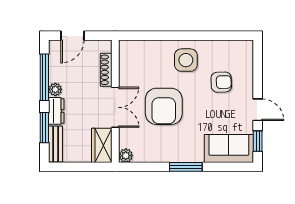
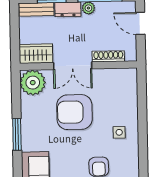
side table: (186, 60) -> (119, 132), width x0.54, depth x0.54
plant: (126, 156) -> (33, 83), width x1.87, depth x1.87

